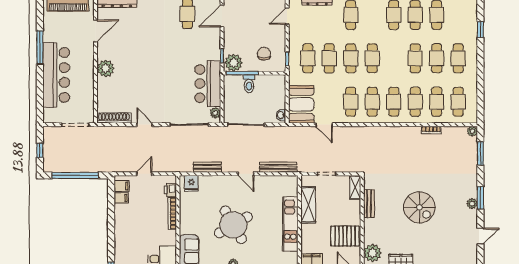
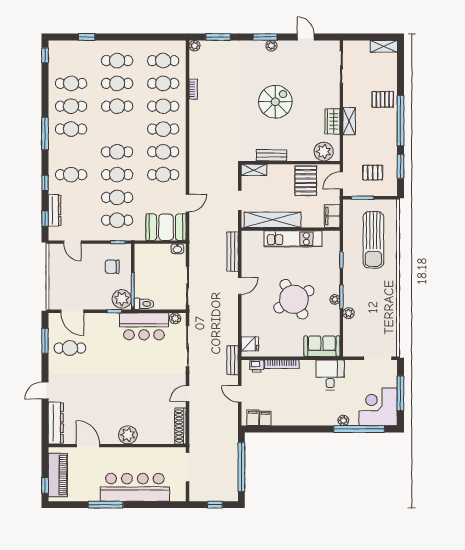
toilet: (249, 84) -> (144, 304), moved
bench: (207, 167) -> (233, 360), moved
shelving: (308, 205) -> (273, 220), width x1.47

